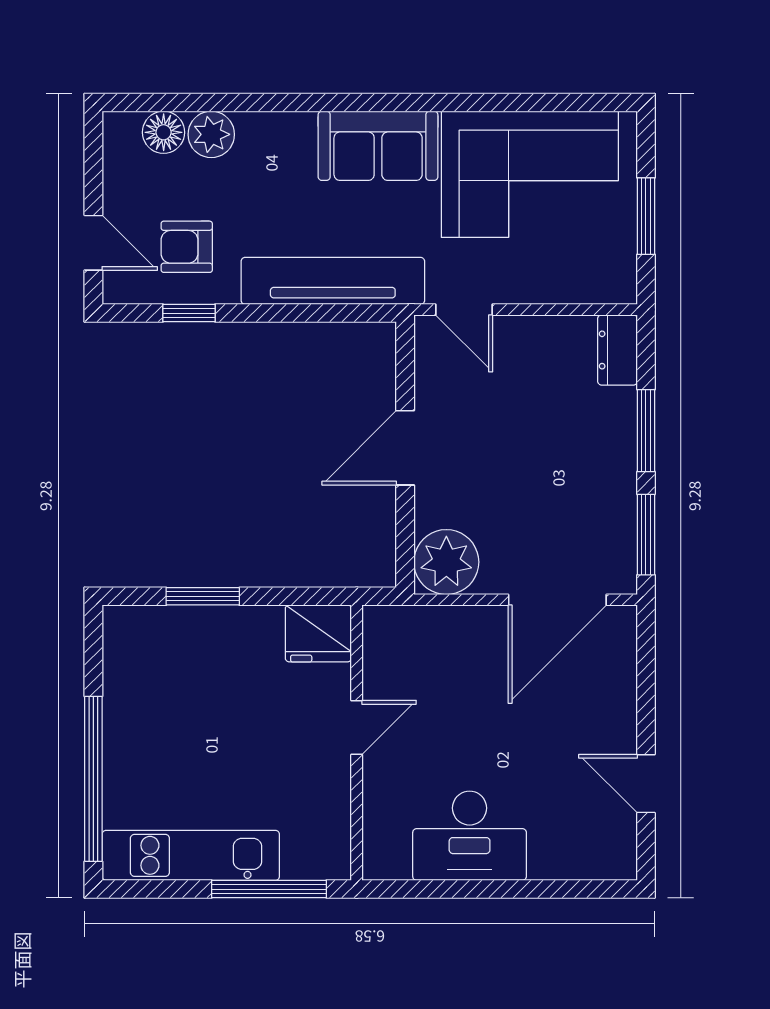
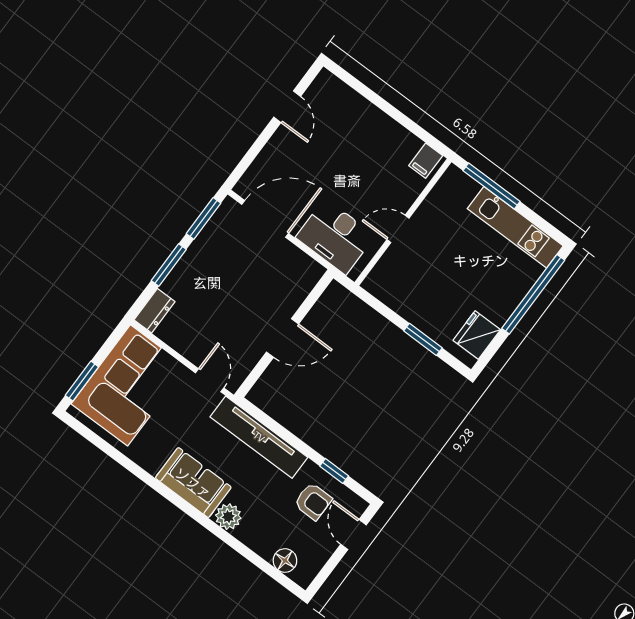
plant: (211, 134) -> (228, 517), moved
corner sofa: (530, 174) -> (129, 385), moved, turned 90
window: (646, 216) -> (82, 381), moved
plant: (446, 562) -> (302, 273), removed
fridge: (318, 633) -> (477, 335), moved, turned -90
desk: (470, 836) -> (335, 237), moved, turned 180
filing cabinet: (390, 855) -> (426, 161), added

